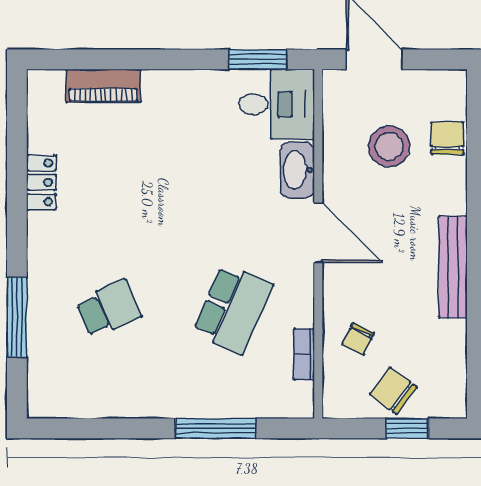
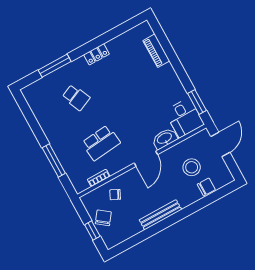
locker: (41, 182) -> (96, 54), moved
school desk: (233, 309) -> (101, 143), turned -30

